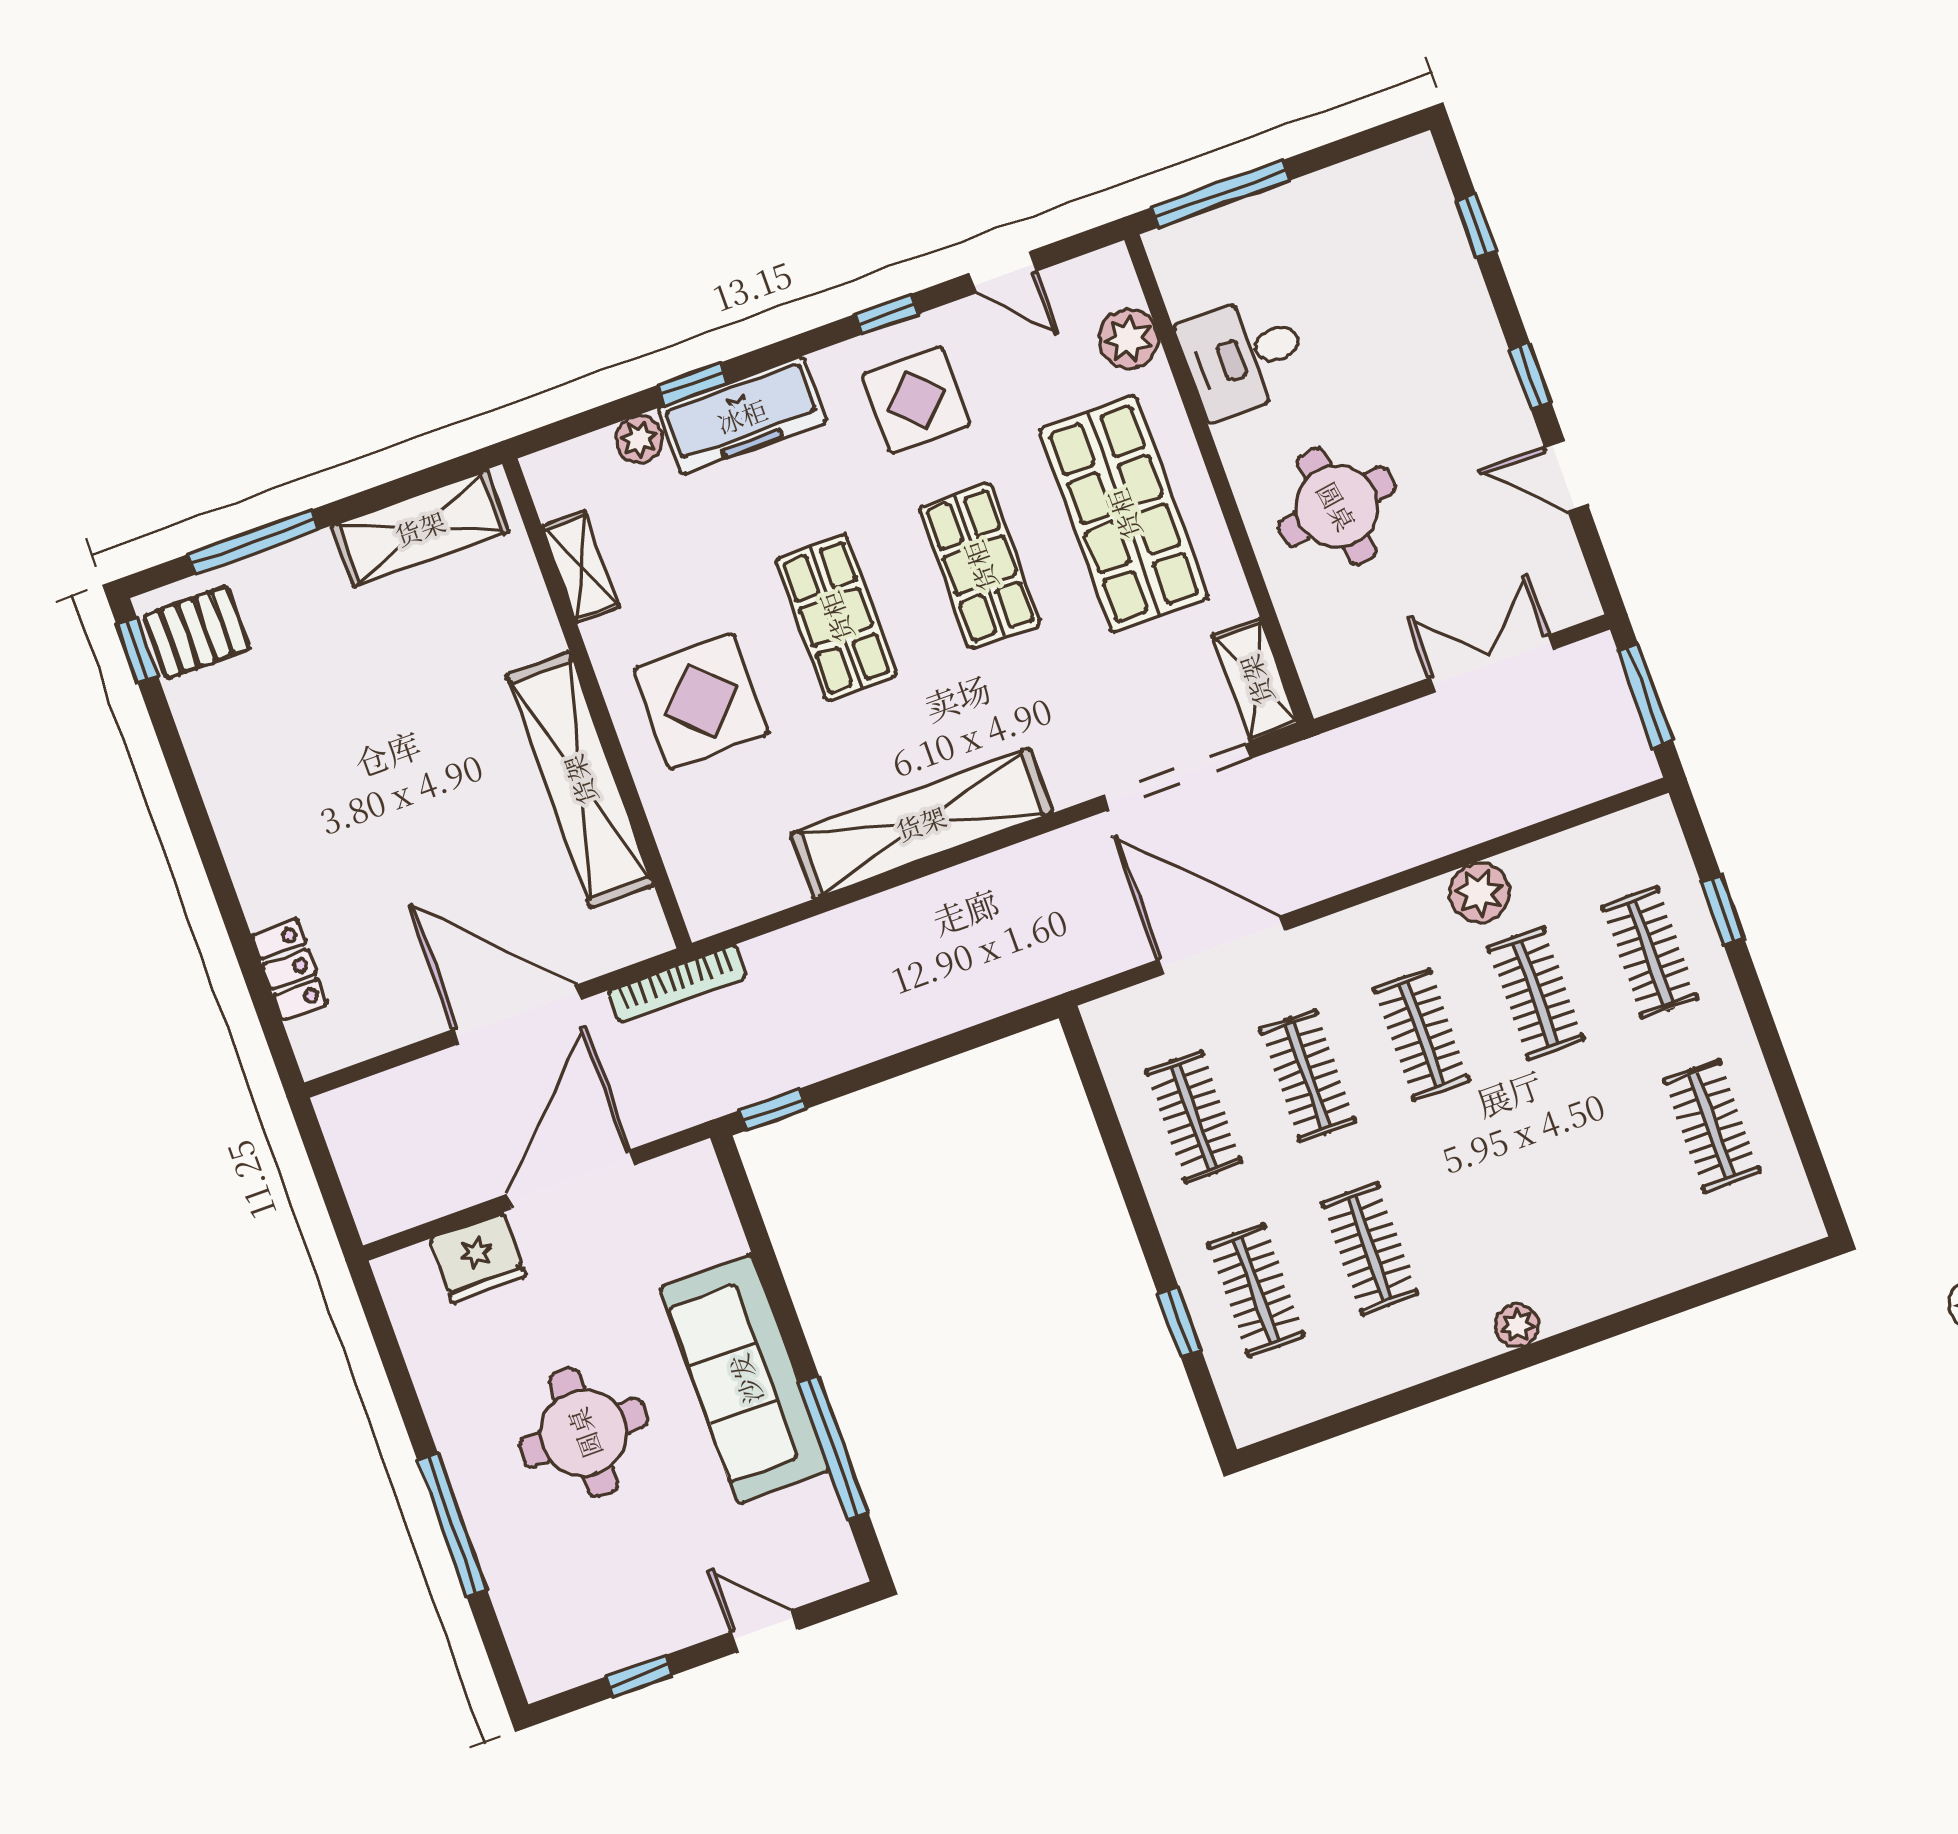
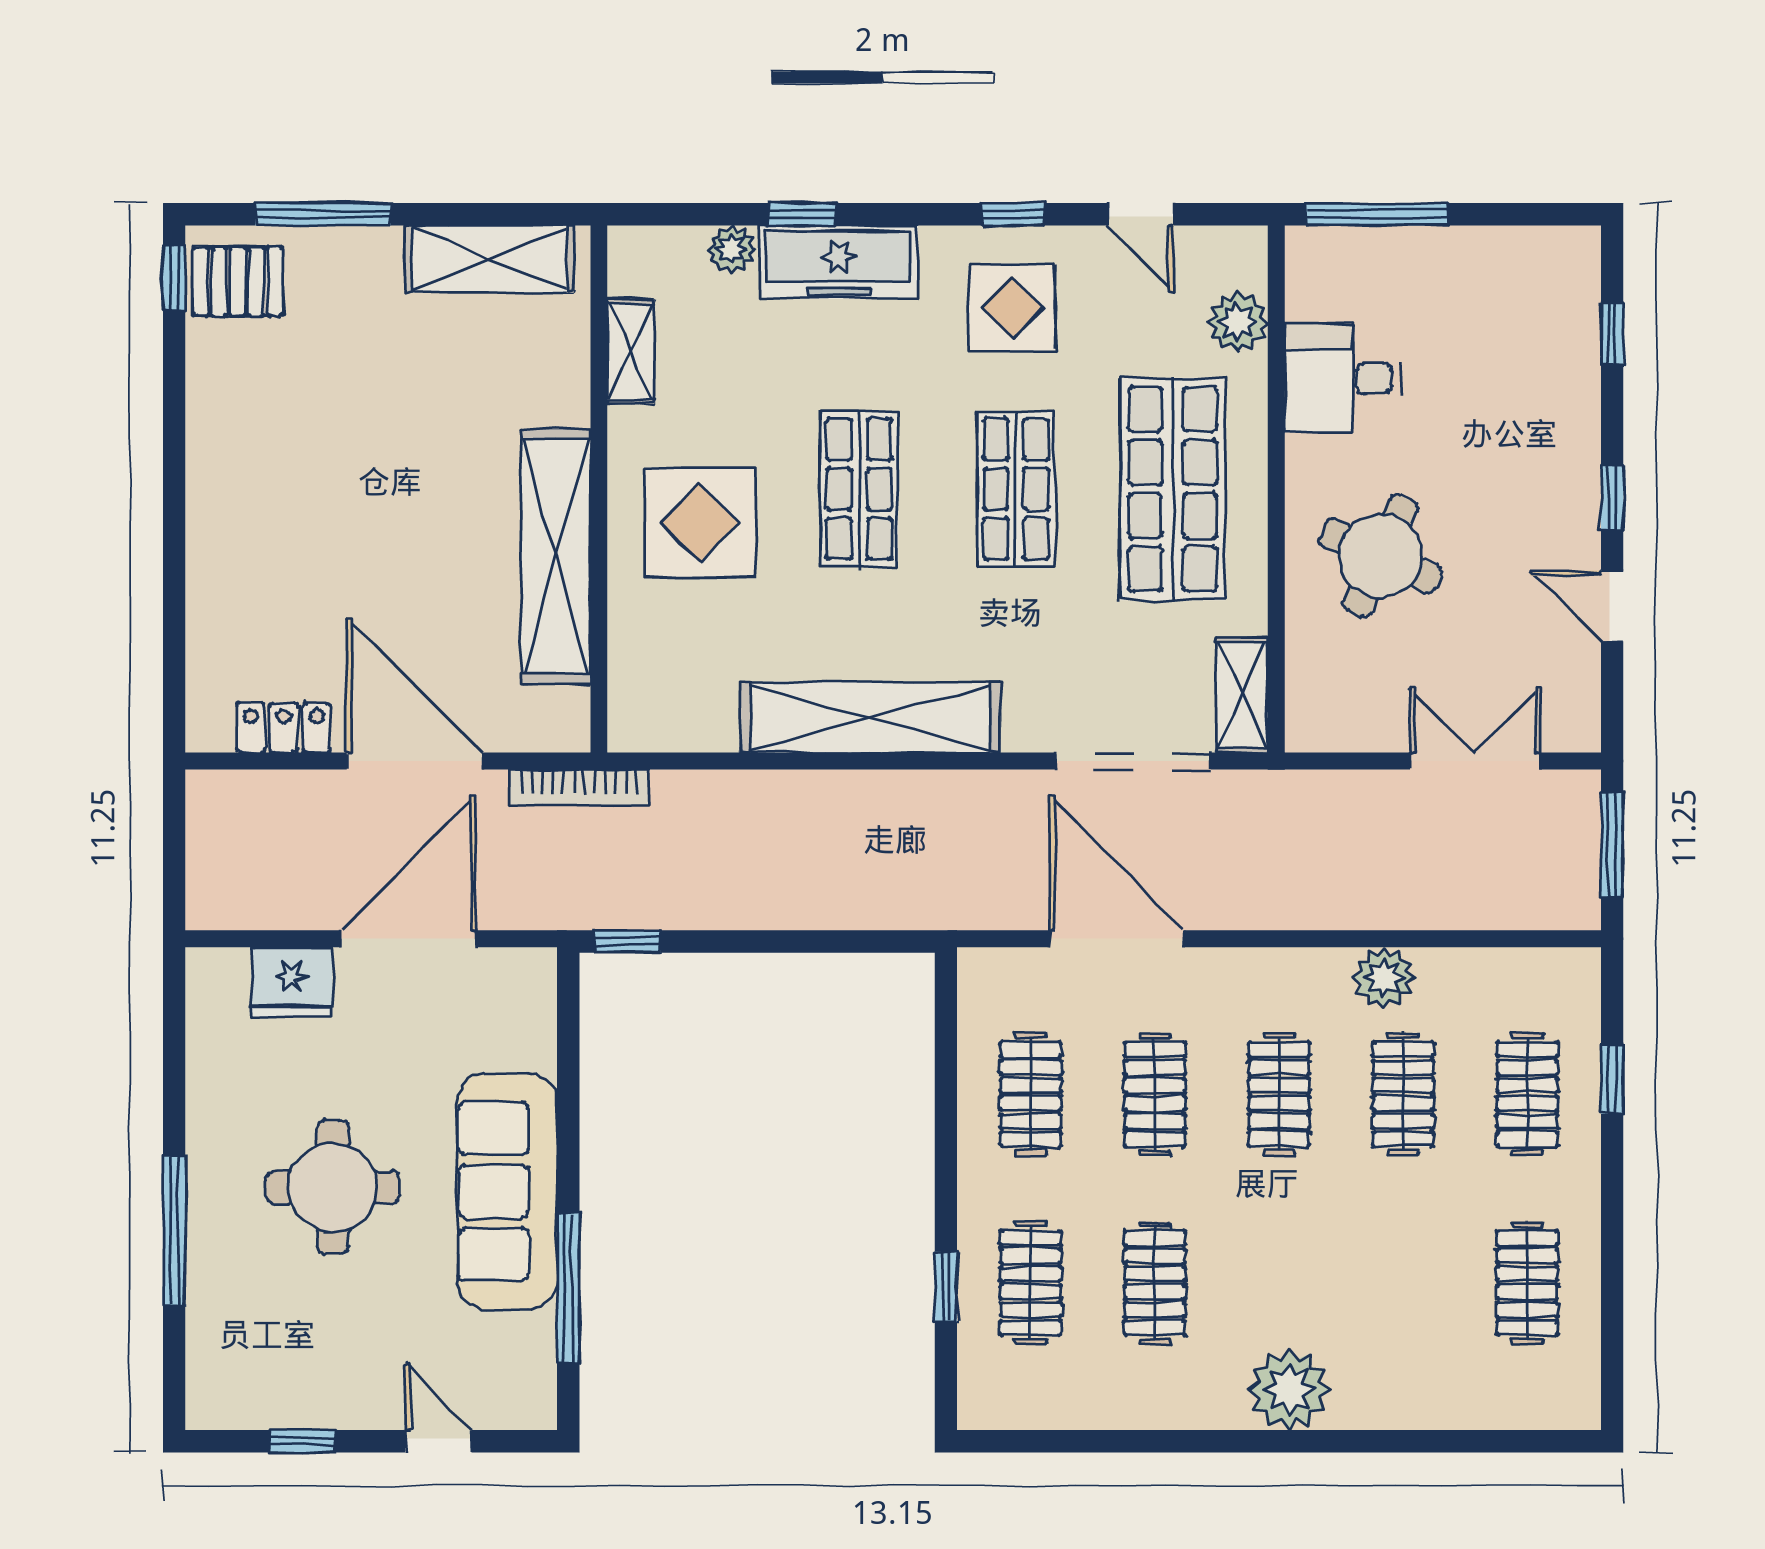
round table: (1337, 506) -> (1380, 556), turned 33
locker: (290, 969) -> (284, 728), moved, turned -90
plant: (1517, 1326) -> (1289, 1389), width x1.87, depth x1.87

